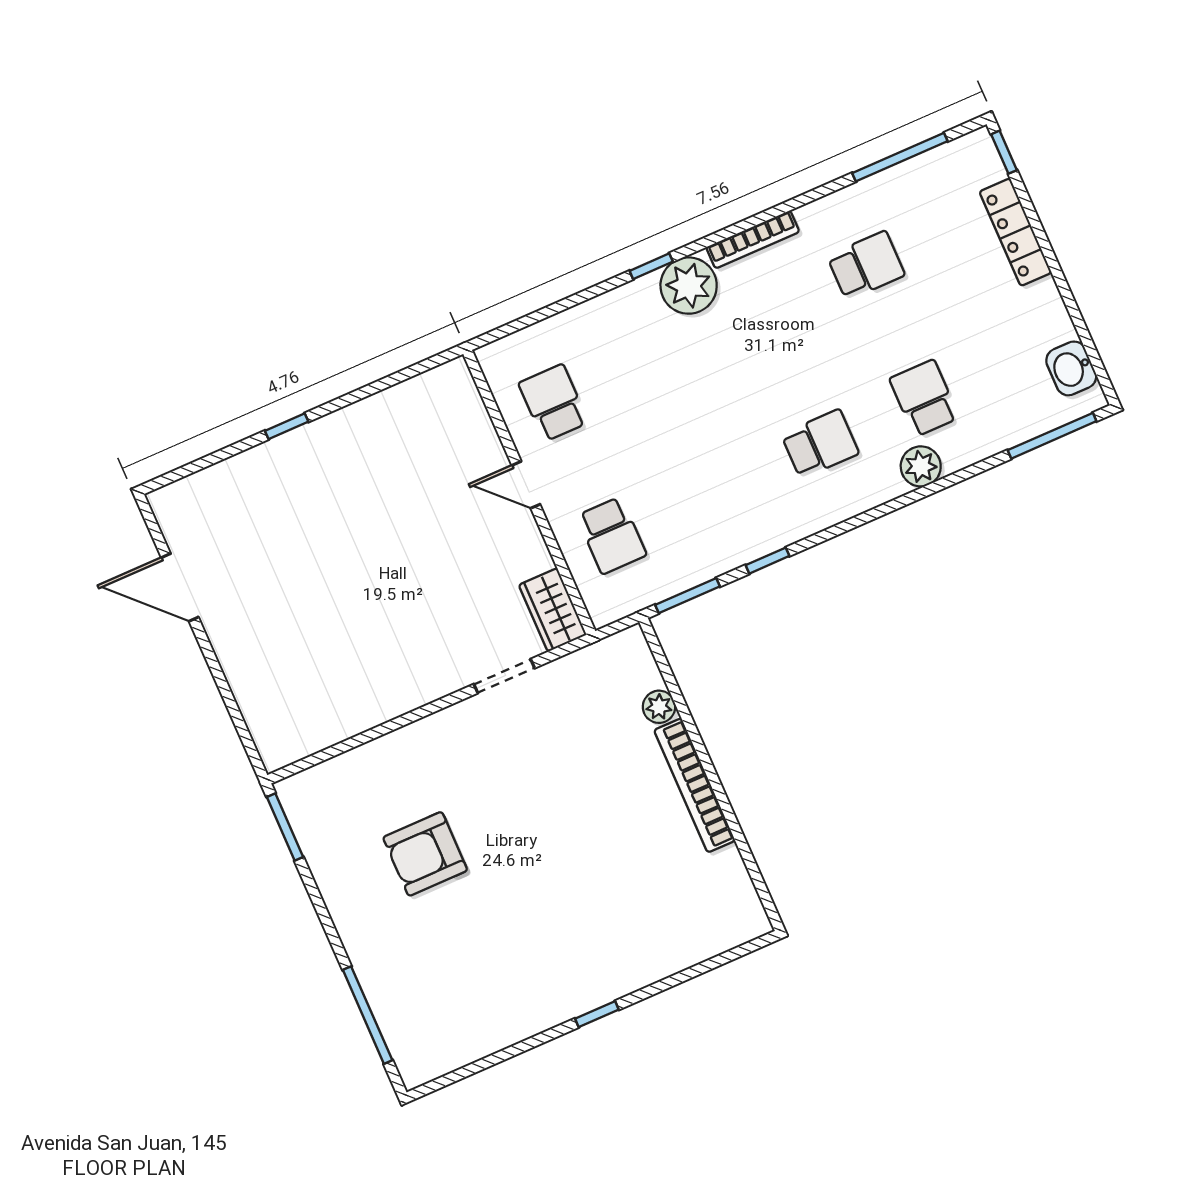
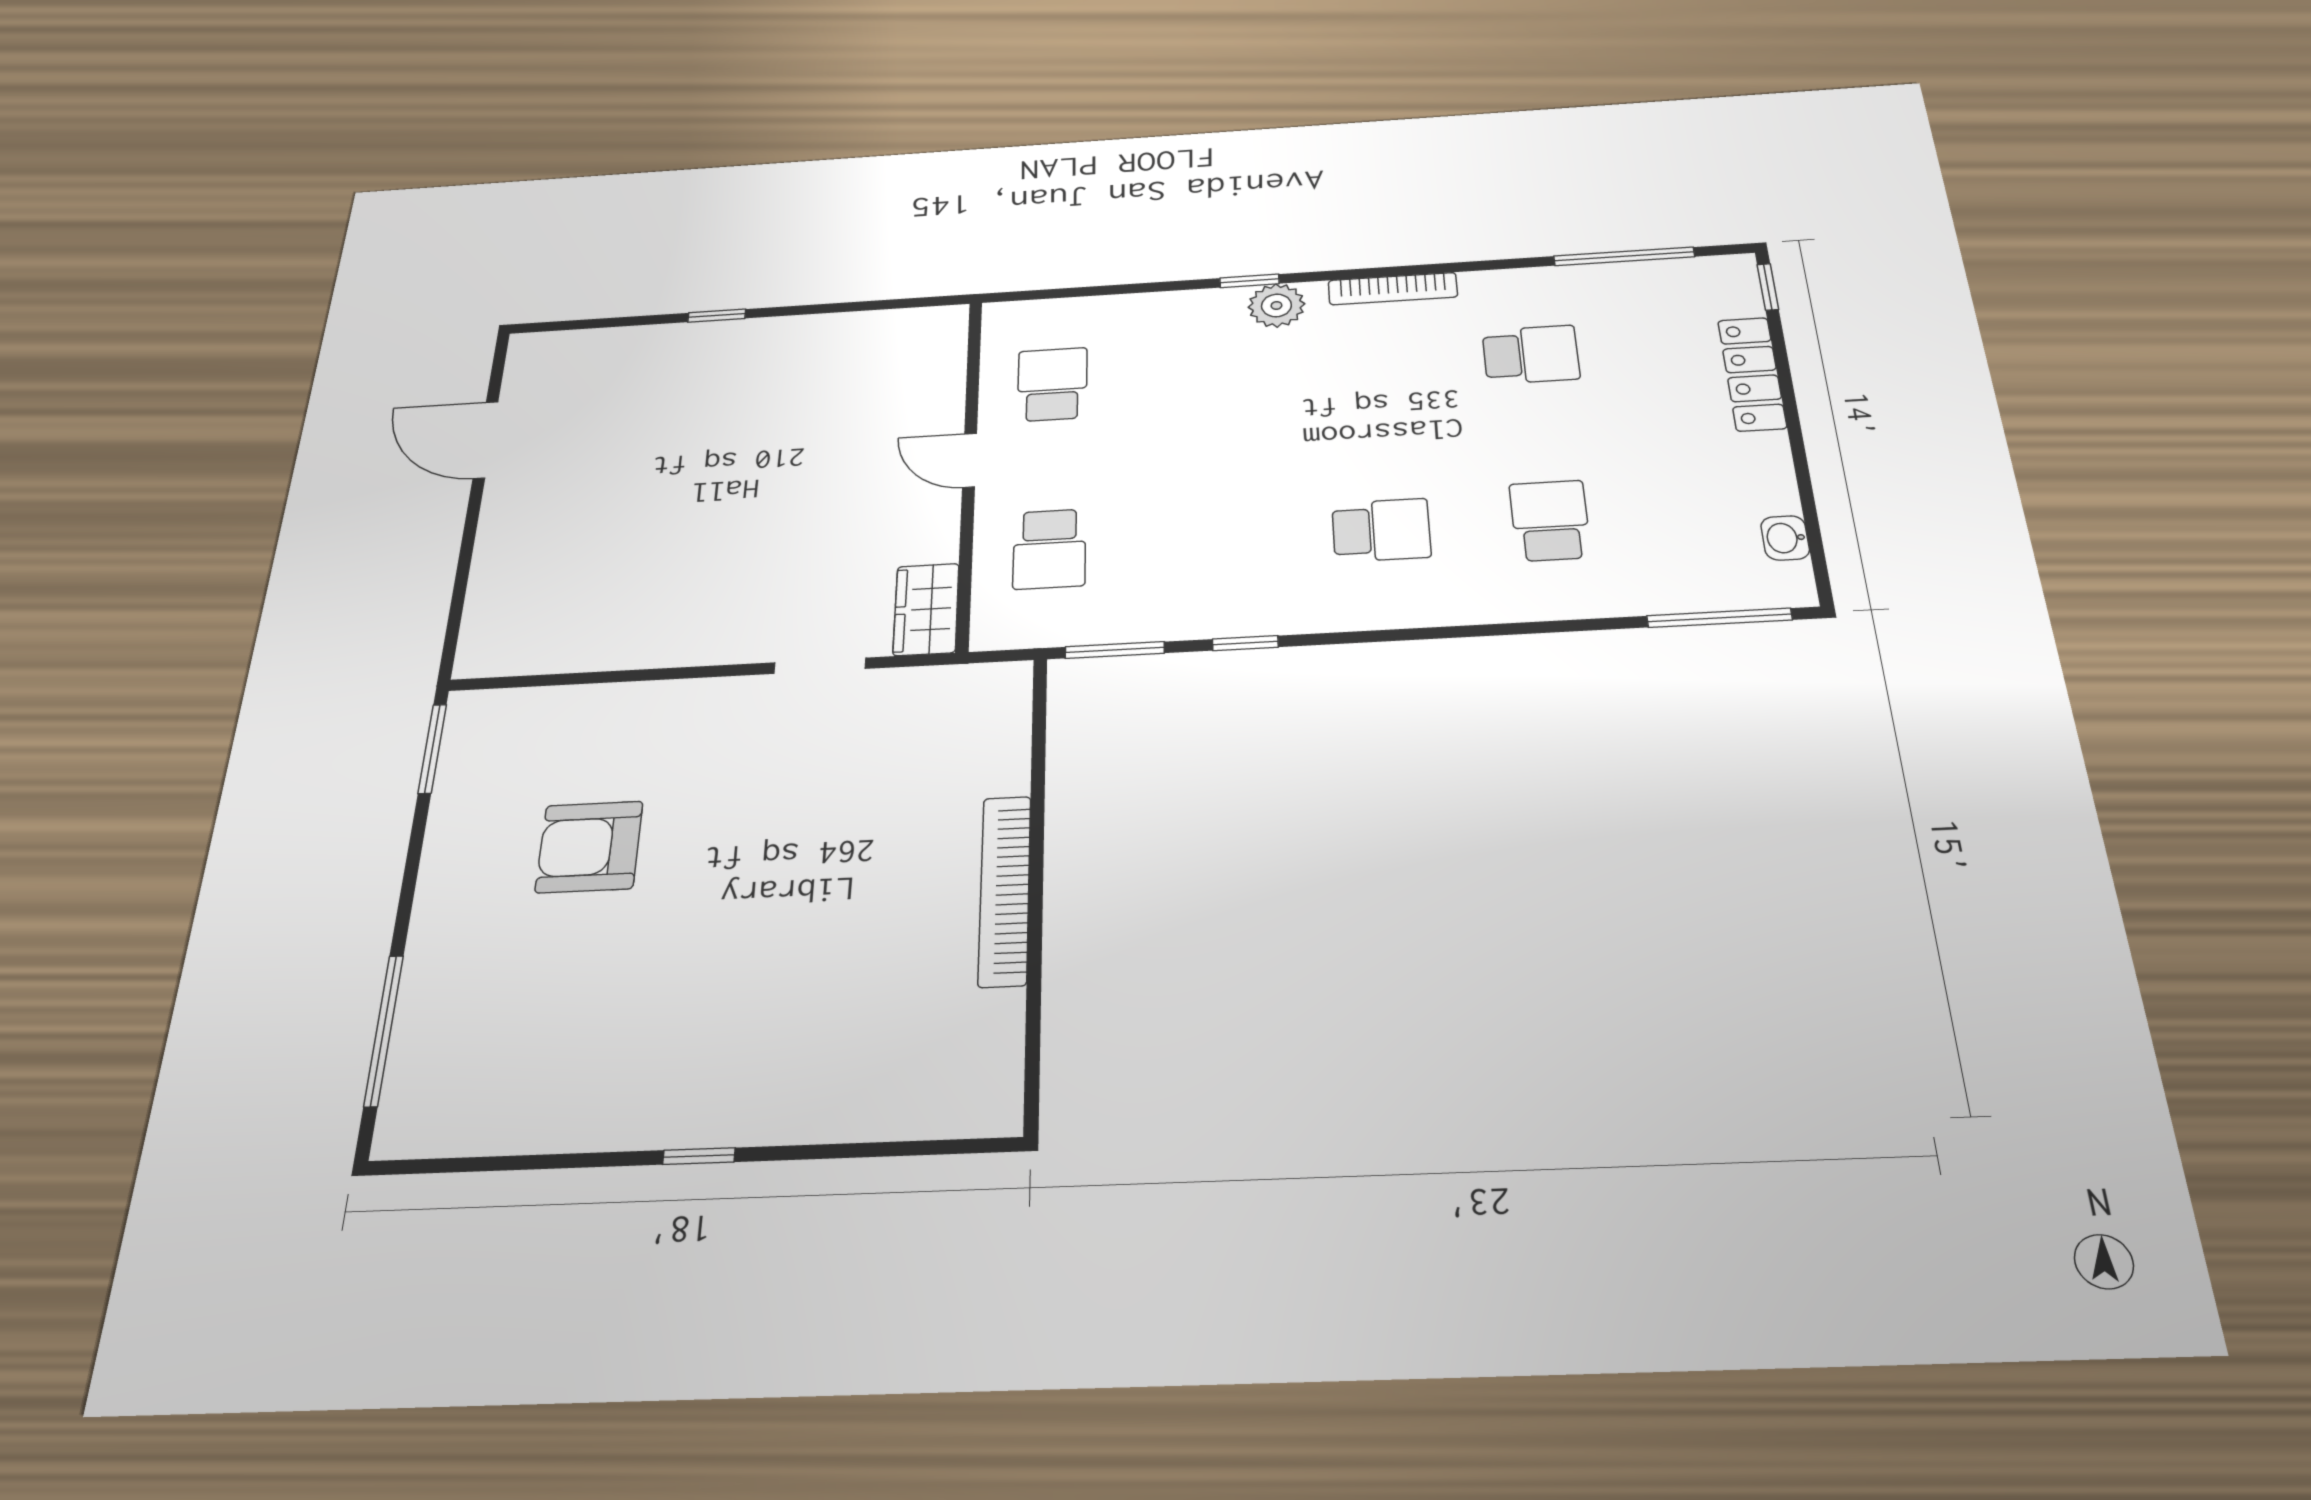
plant: (689, 286) -> (1276, 305), width x0.73, depth x0.73
washbasin: (1071, 368) -> (1785, 538), width x0.72, depth x0.69
plant: (921, 466) -> (1512, 598), removed
plant: (659, 707) -> (1007, 772), removed

